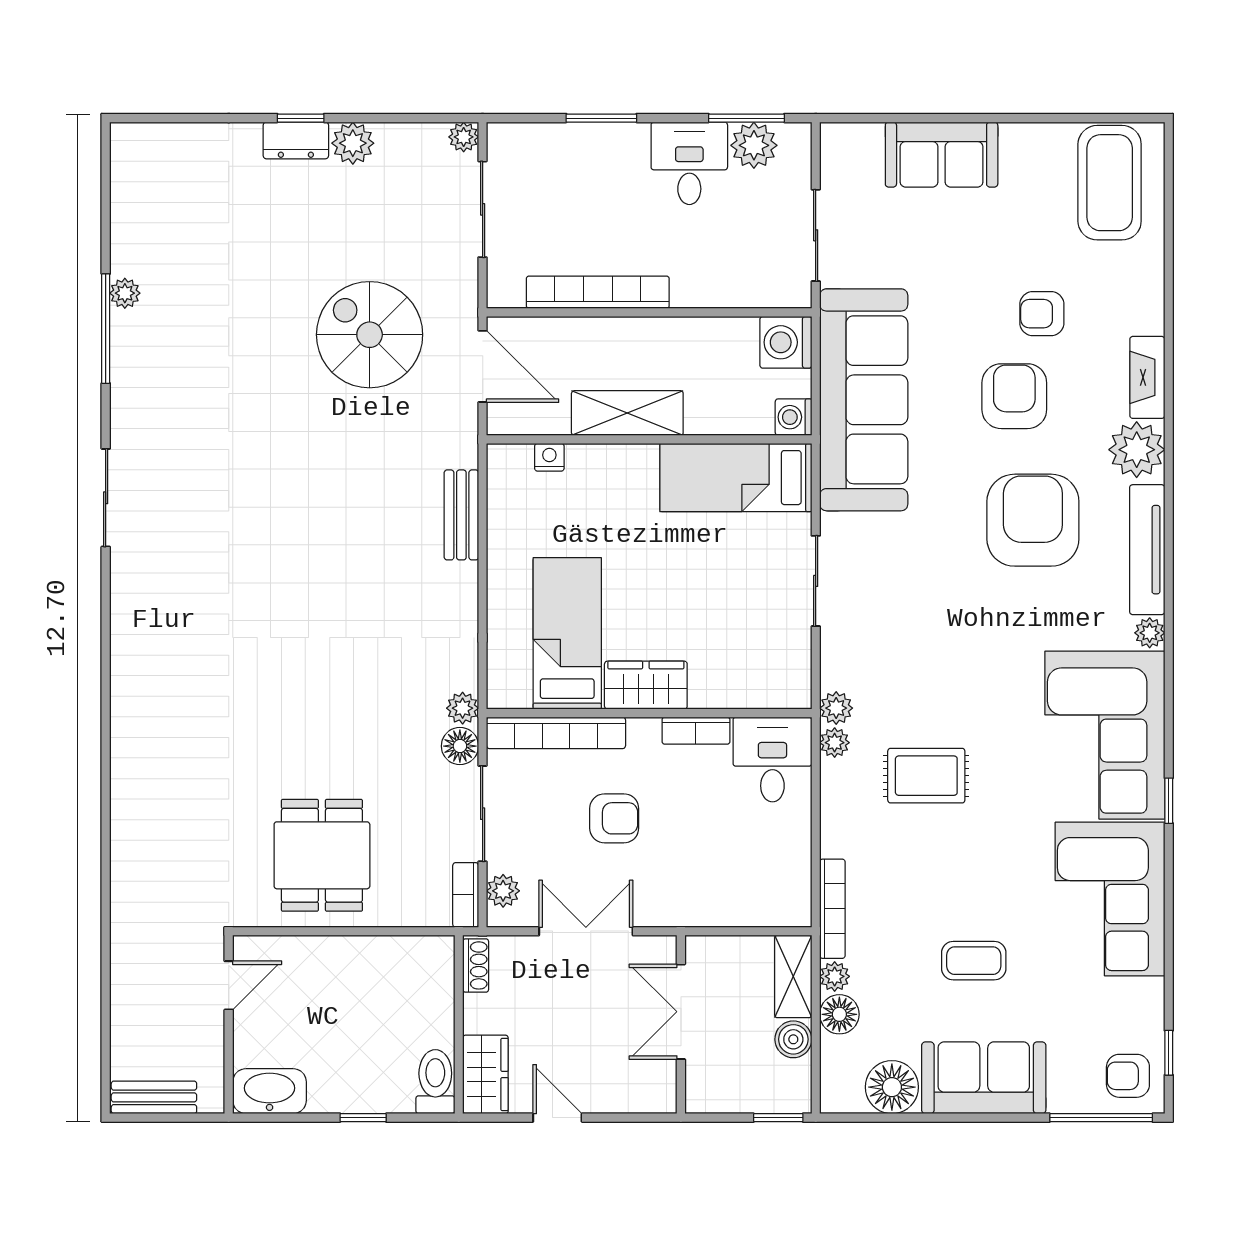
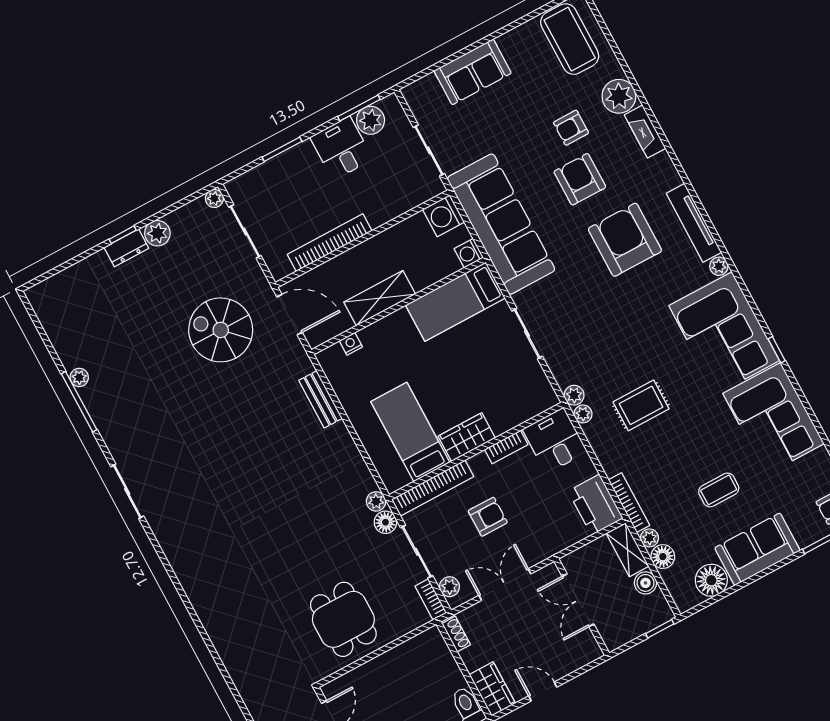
plant: (1137, 450) -> (619, 96), moved
printer: (782, 885) -> (596, 505), added

